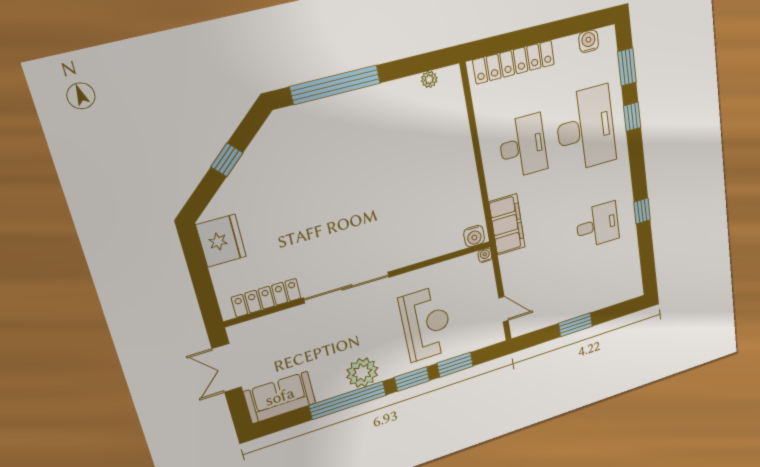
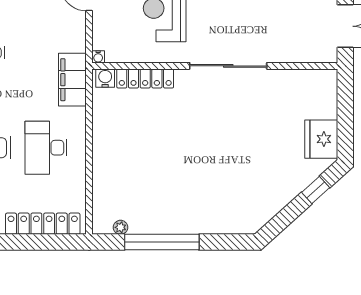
window: (335, 85) -> (162, 242), moved
window: (227, 160) -> (316, 190), moved
locker: (266, 298) -> (145, 78), moved

